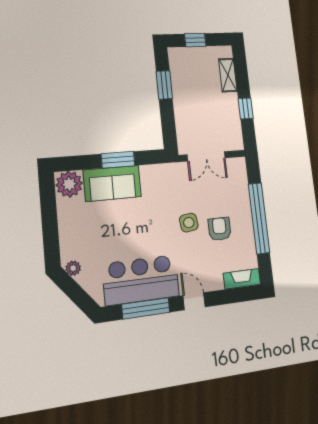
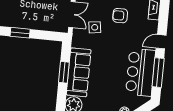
sofa: (112, 183) -> (79, 72), width x1.36
side table: (189, 223) -> (95, 27), moved

